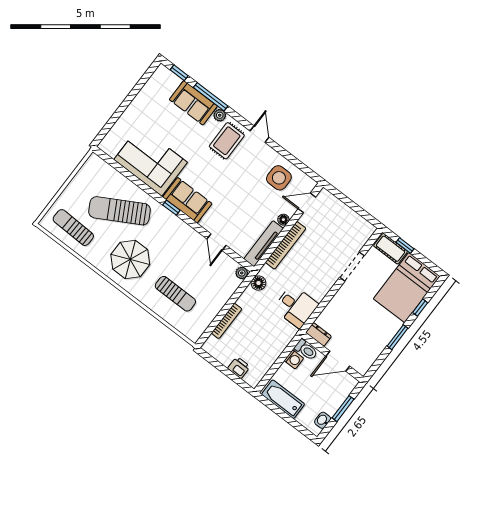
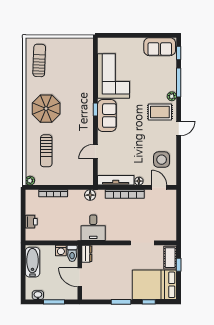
sofa: (193, 103) -> (160, 47), moved, turned -90
sun lounger: (120, 211) -> (70, 80), removed
plant: (242, 273) -> (30, 181), moved

